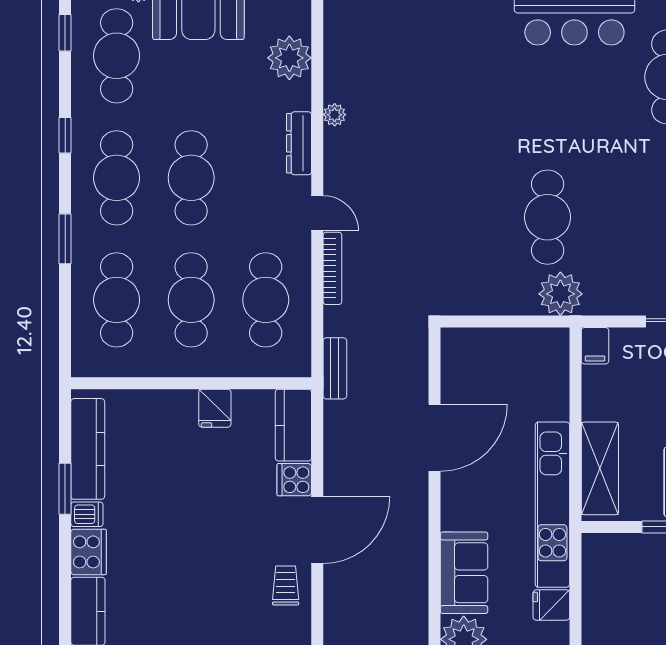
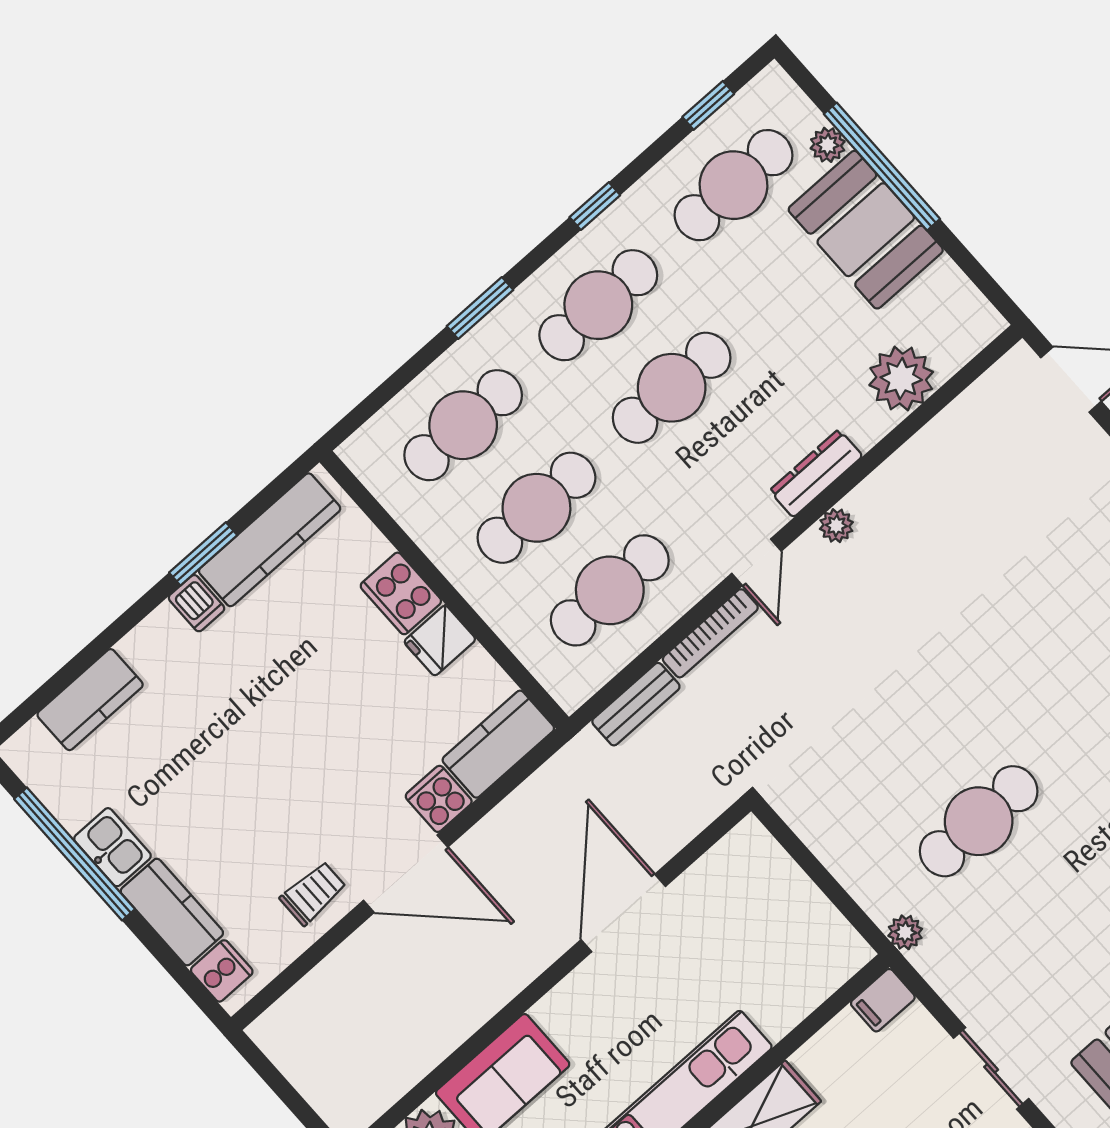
plant: (335, 115) -> (836, 526), moved
plant: (560, 294) -> (905, 932), width x0.53, depth x0.53
bench: (335, 368) -> (636, 704), moved
door: (435, 438) -> (623, 913), swing flipped
cooker: (89, 552) -> (401, 593), moved, turned 90

